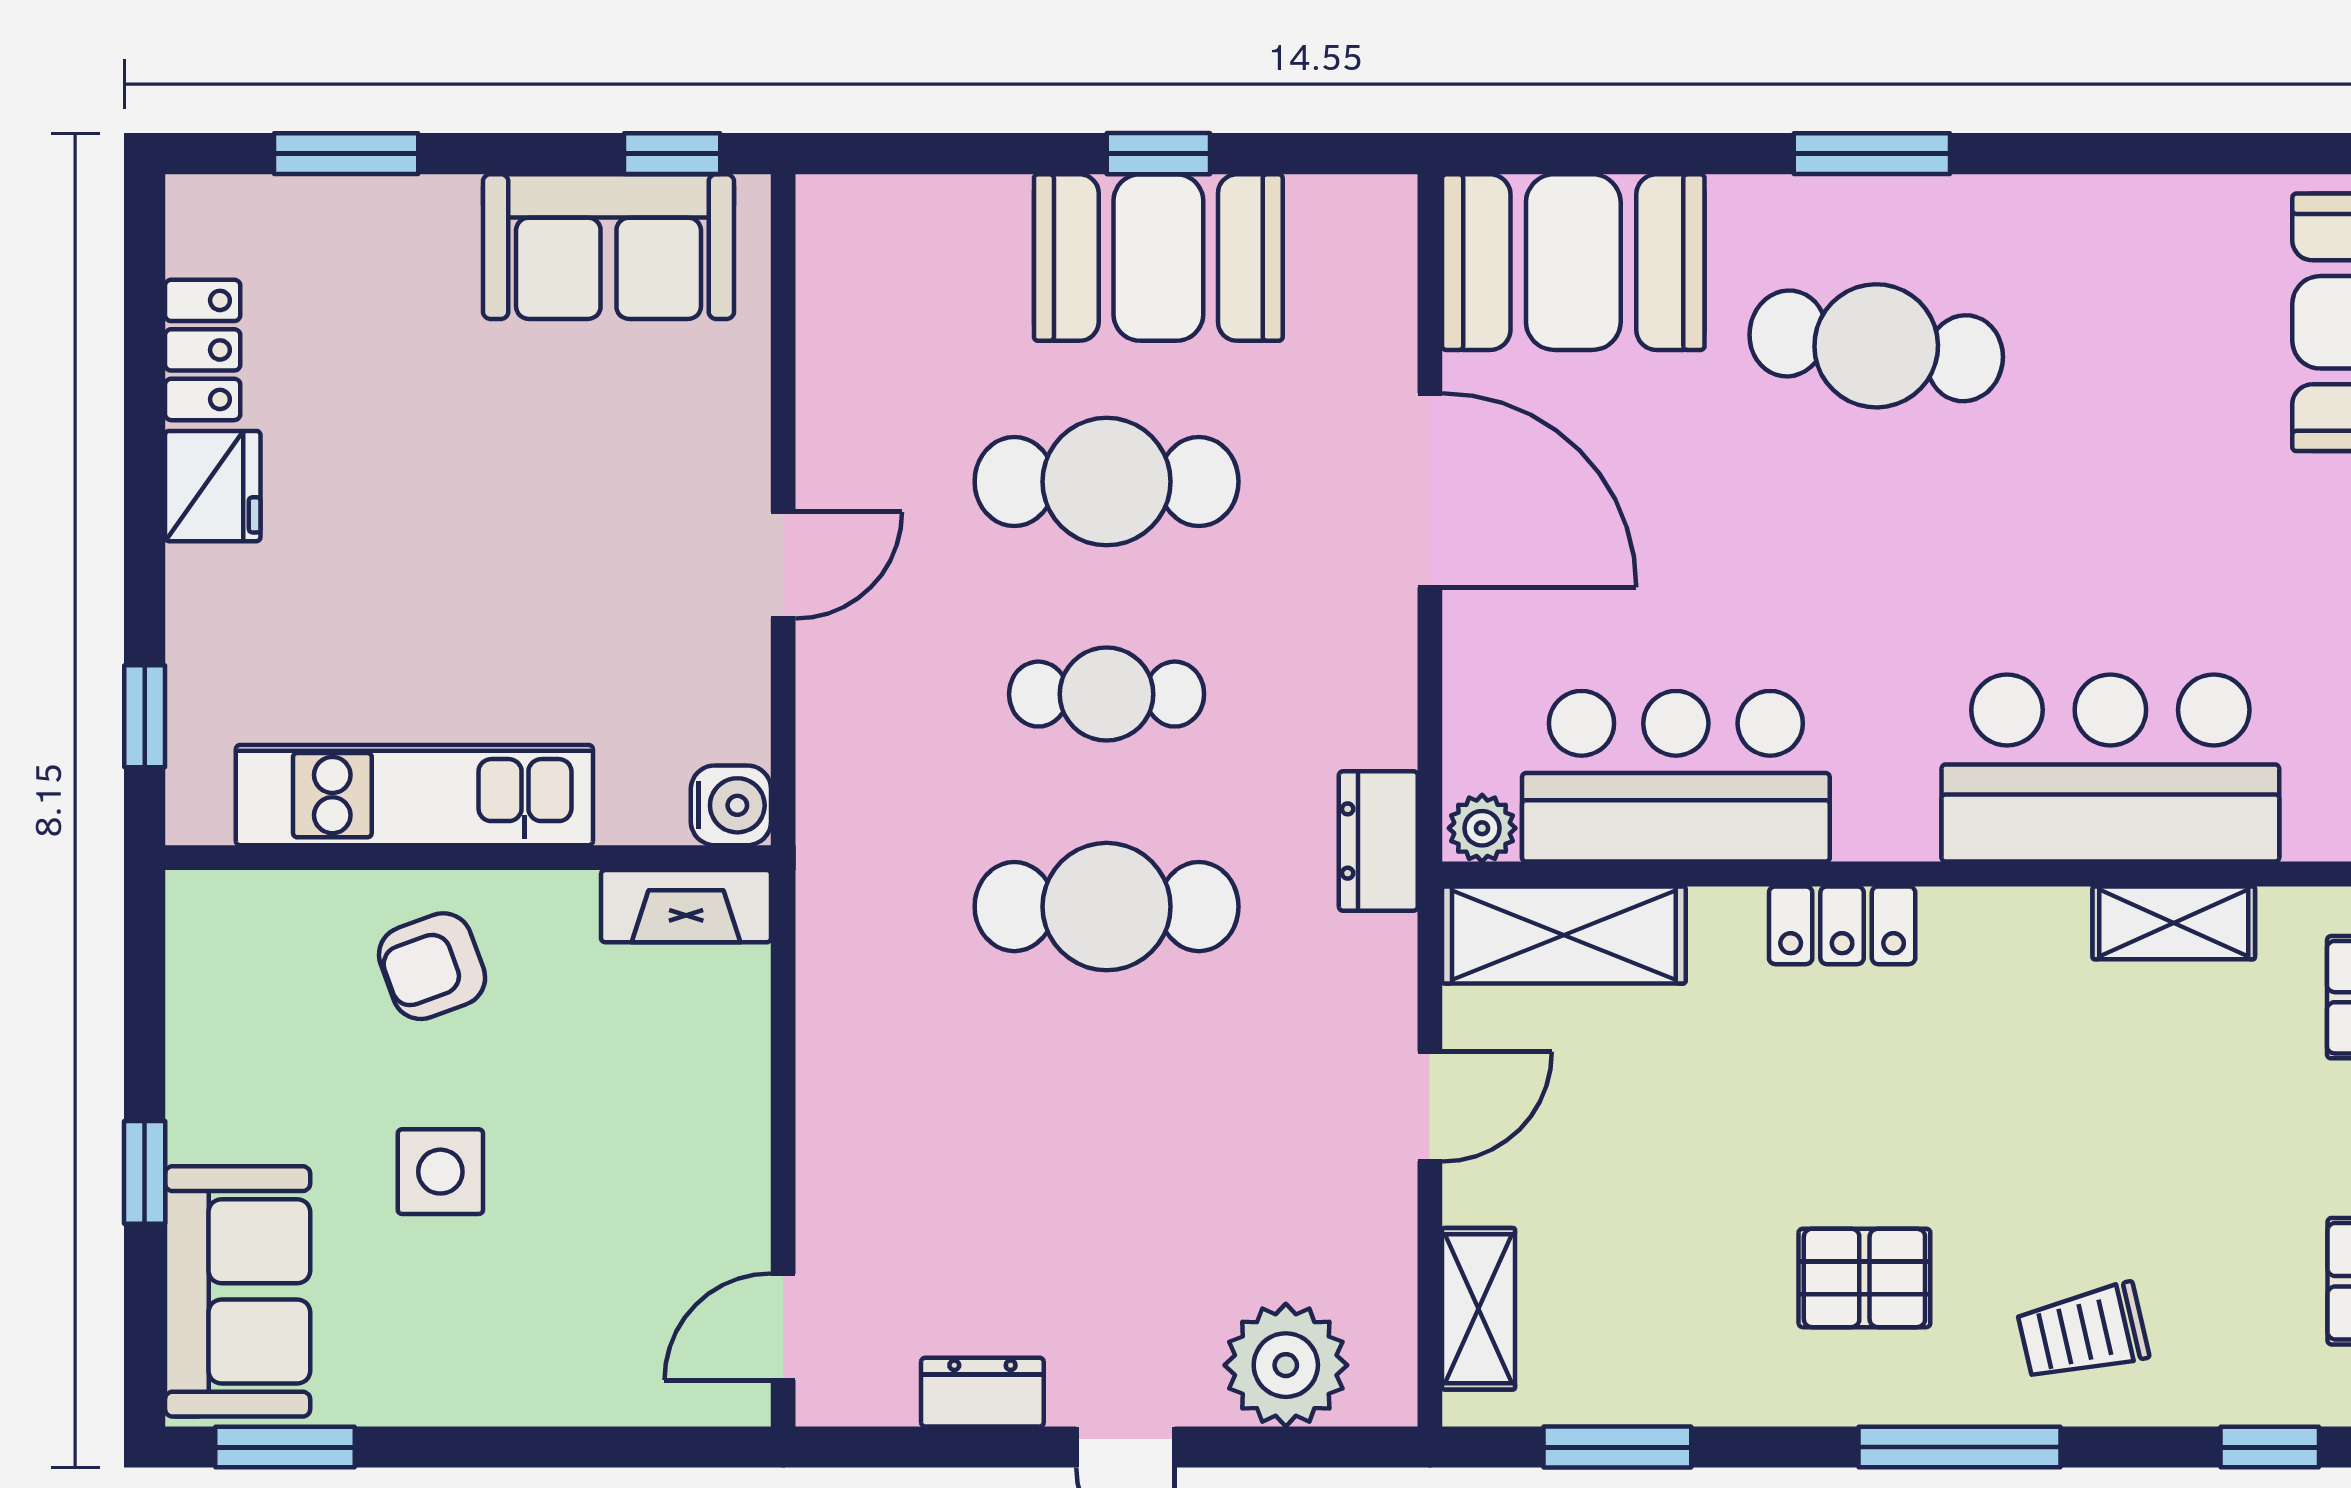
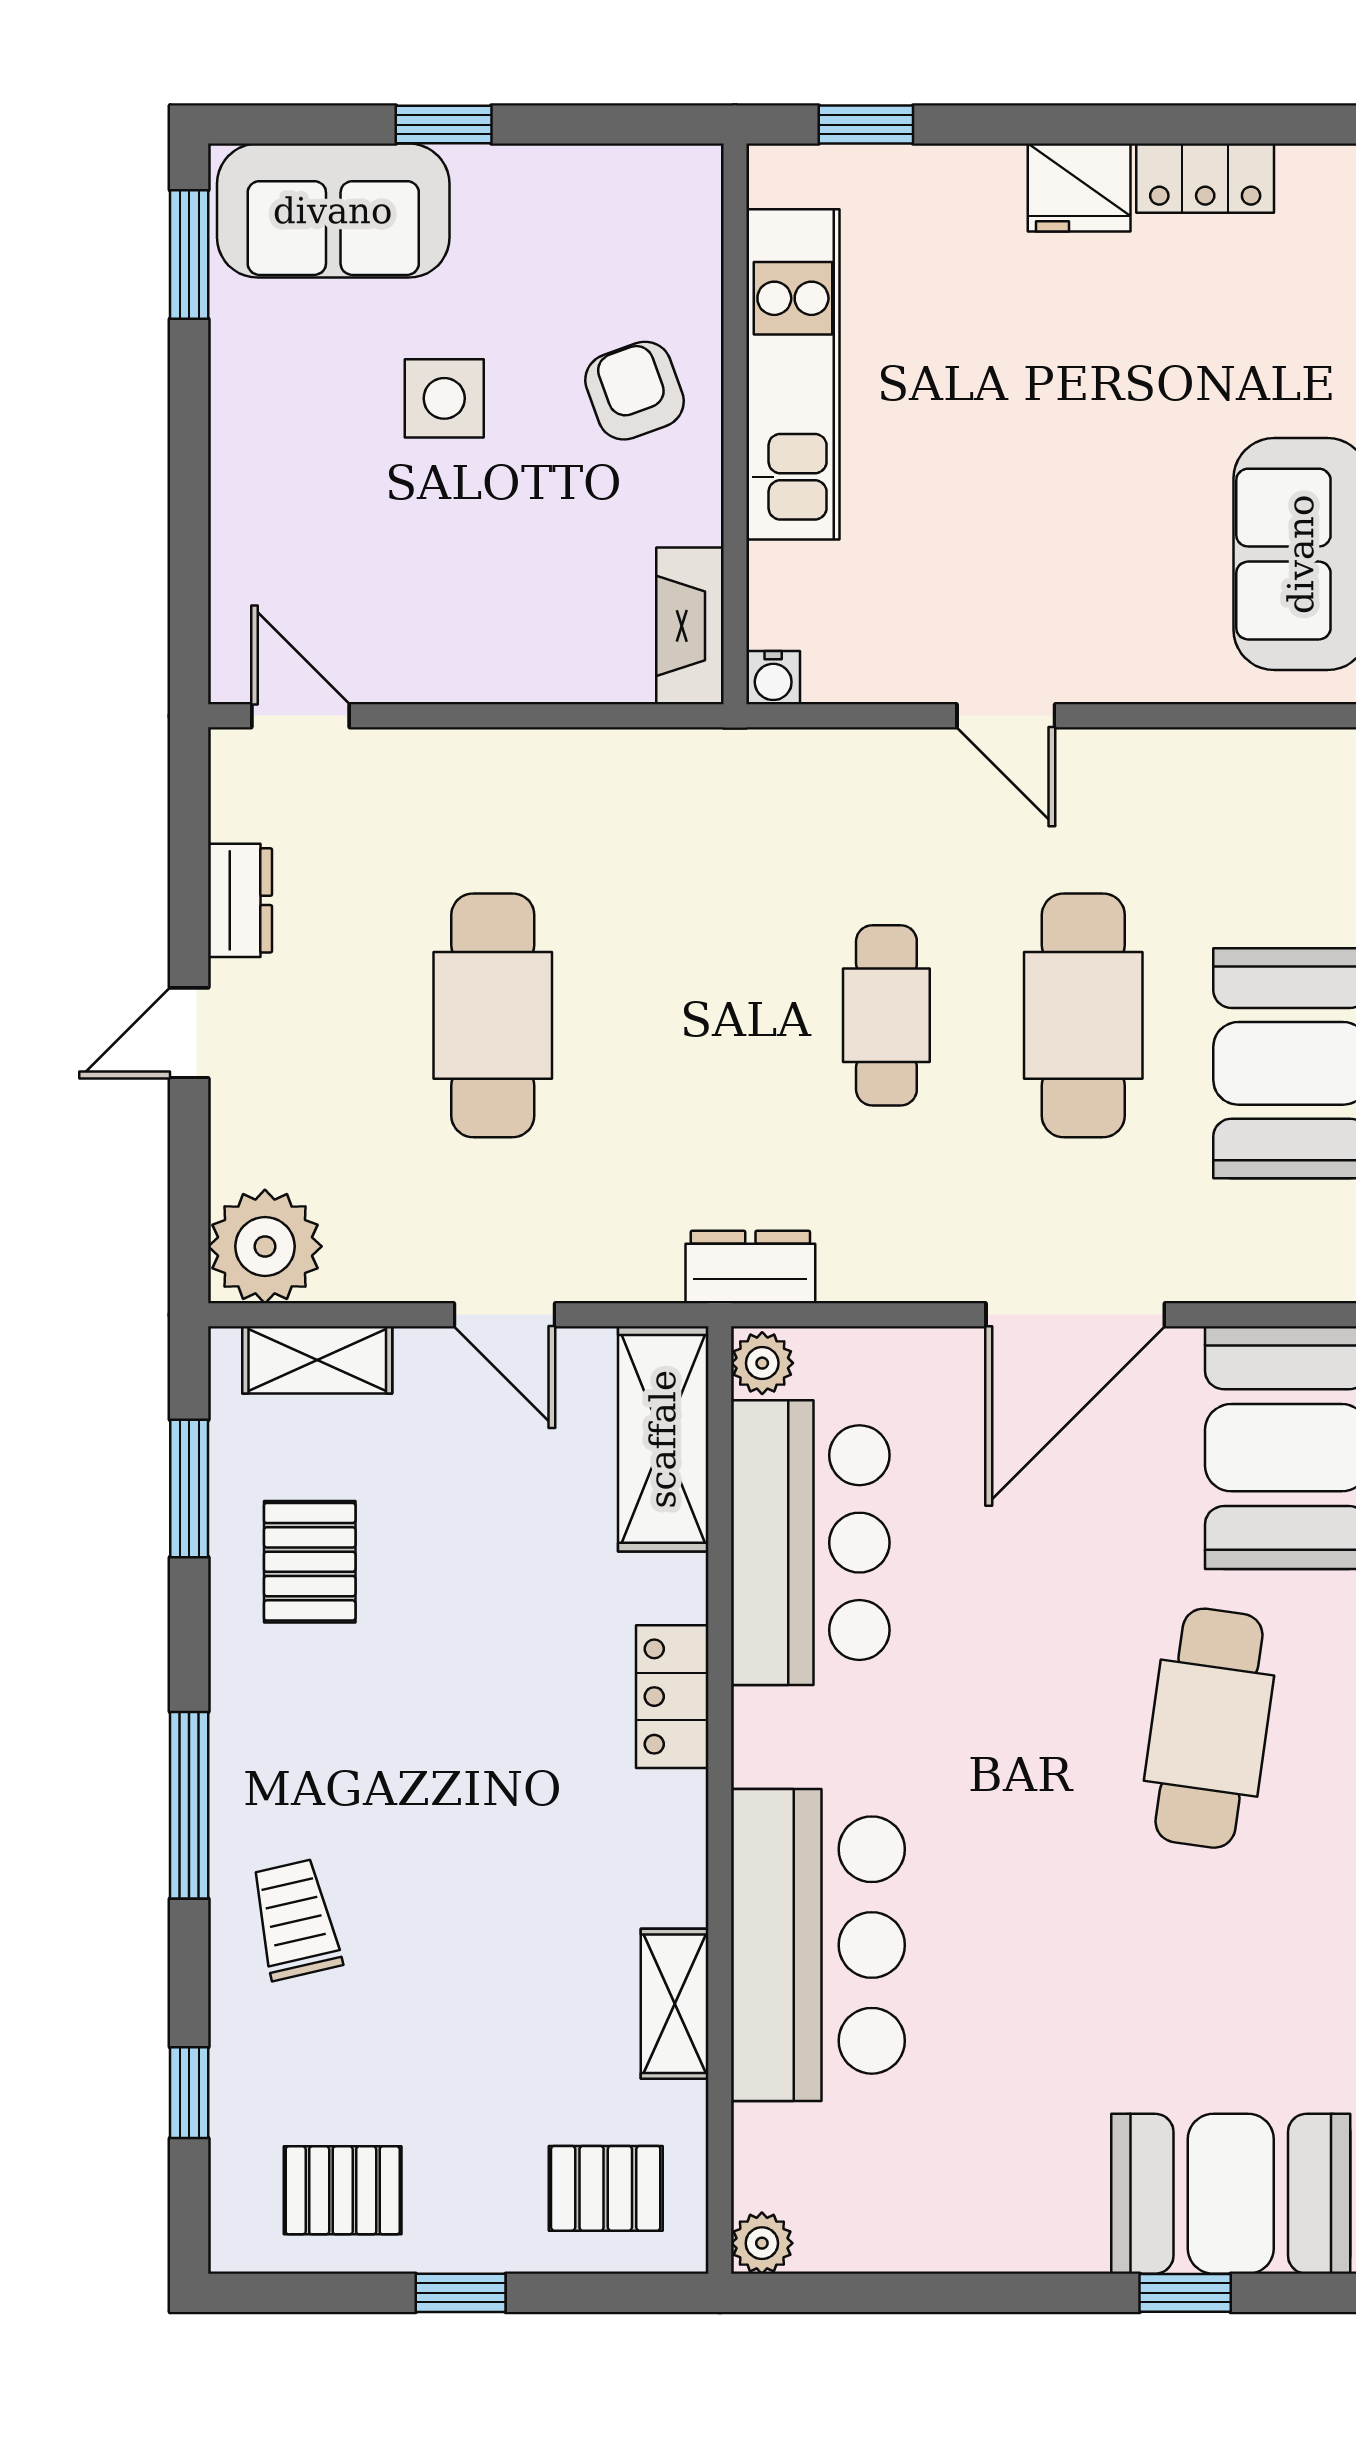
water cooler: (731, 805) -> (773, 678), width x0.72, depth x0.72
cafe table: (1107, 907) -> (493, 1015), moved
pallet: (1864, 1278) -> (310, 1562), moved
plant: (1286, 1365) -> (265, 1246), moved

